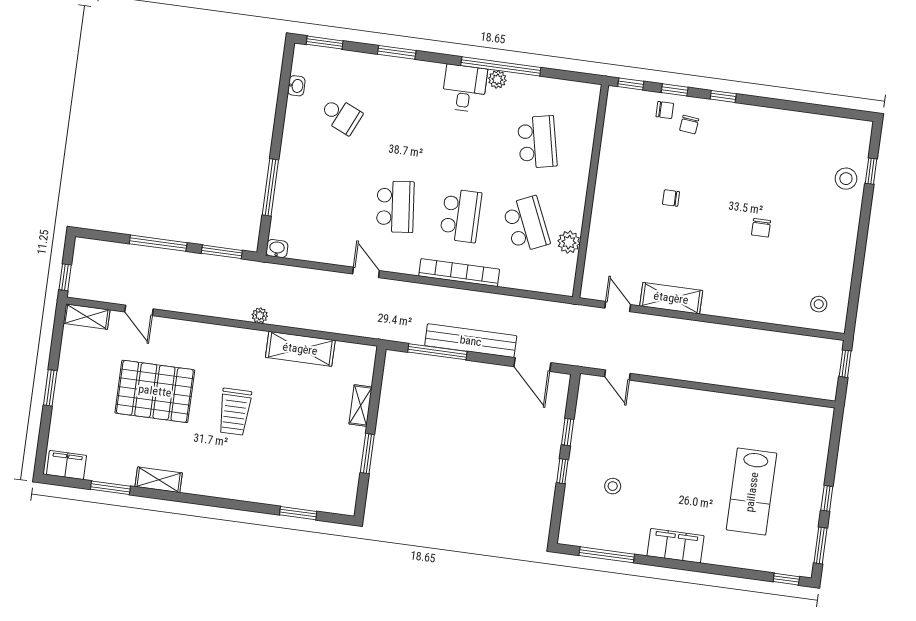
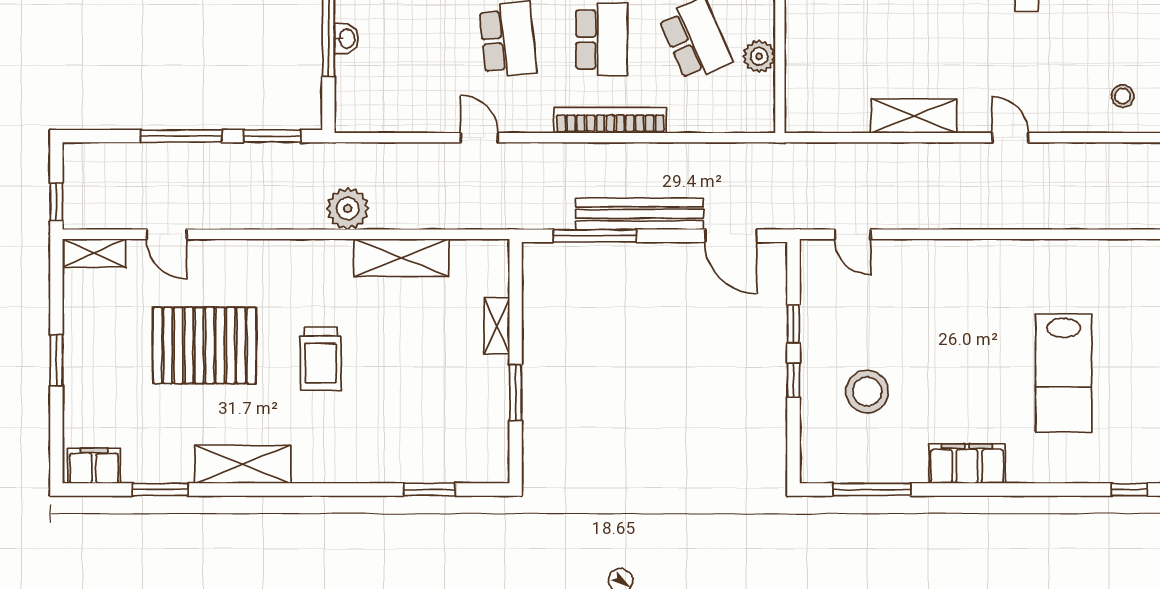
washbasin: (277, 249) -> (346, 39), moved, turned 90
door: (618, 306) -> (1010, 138), moved
plant: (260, 315) -> (348, 209), width x1.88, depth x1.88
shelving: (159, 480) -> (243, 464), width x1.50, depth x1.33
stool: (613, 486) -> (867, 392), width x1.89, depth x1.89

